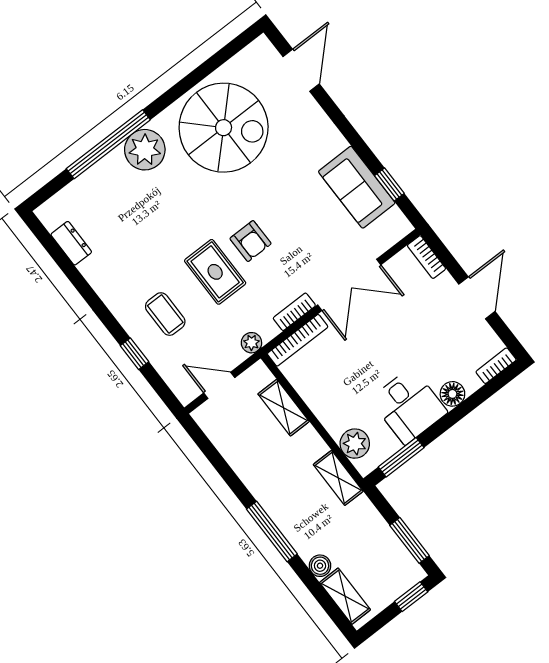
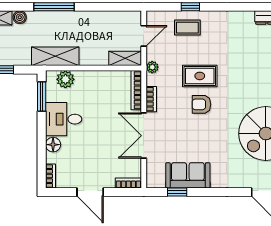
coffee table: (165, 314) -> (187, 28), moved
shelving: (284, 408) -> (125, 58), moved
shelving: (338, 478) -> (55, 56), width x1.50, depth x1.33

